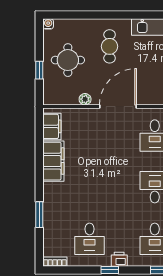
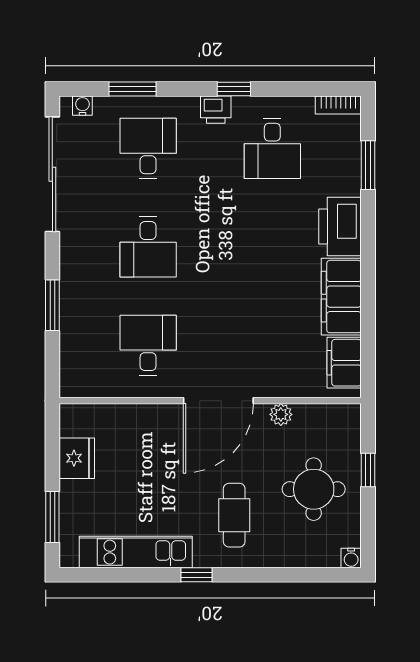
window: (129, 15) -> (197, 575), added
printer: (54, 198) -> (340, 227), added
window: (39, 215) -> (368, 165), moved
desk: (90, 239) -> (272, 148), turned 180

